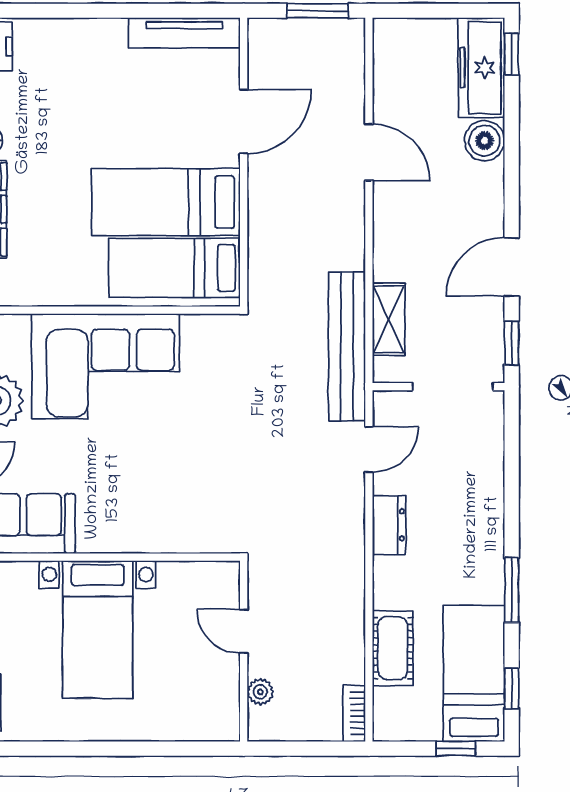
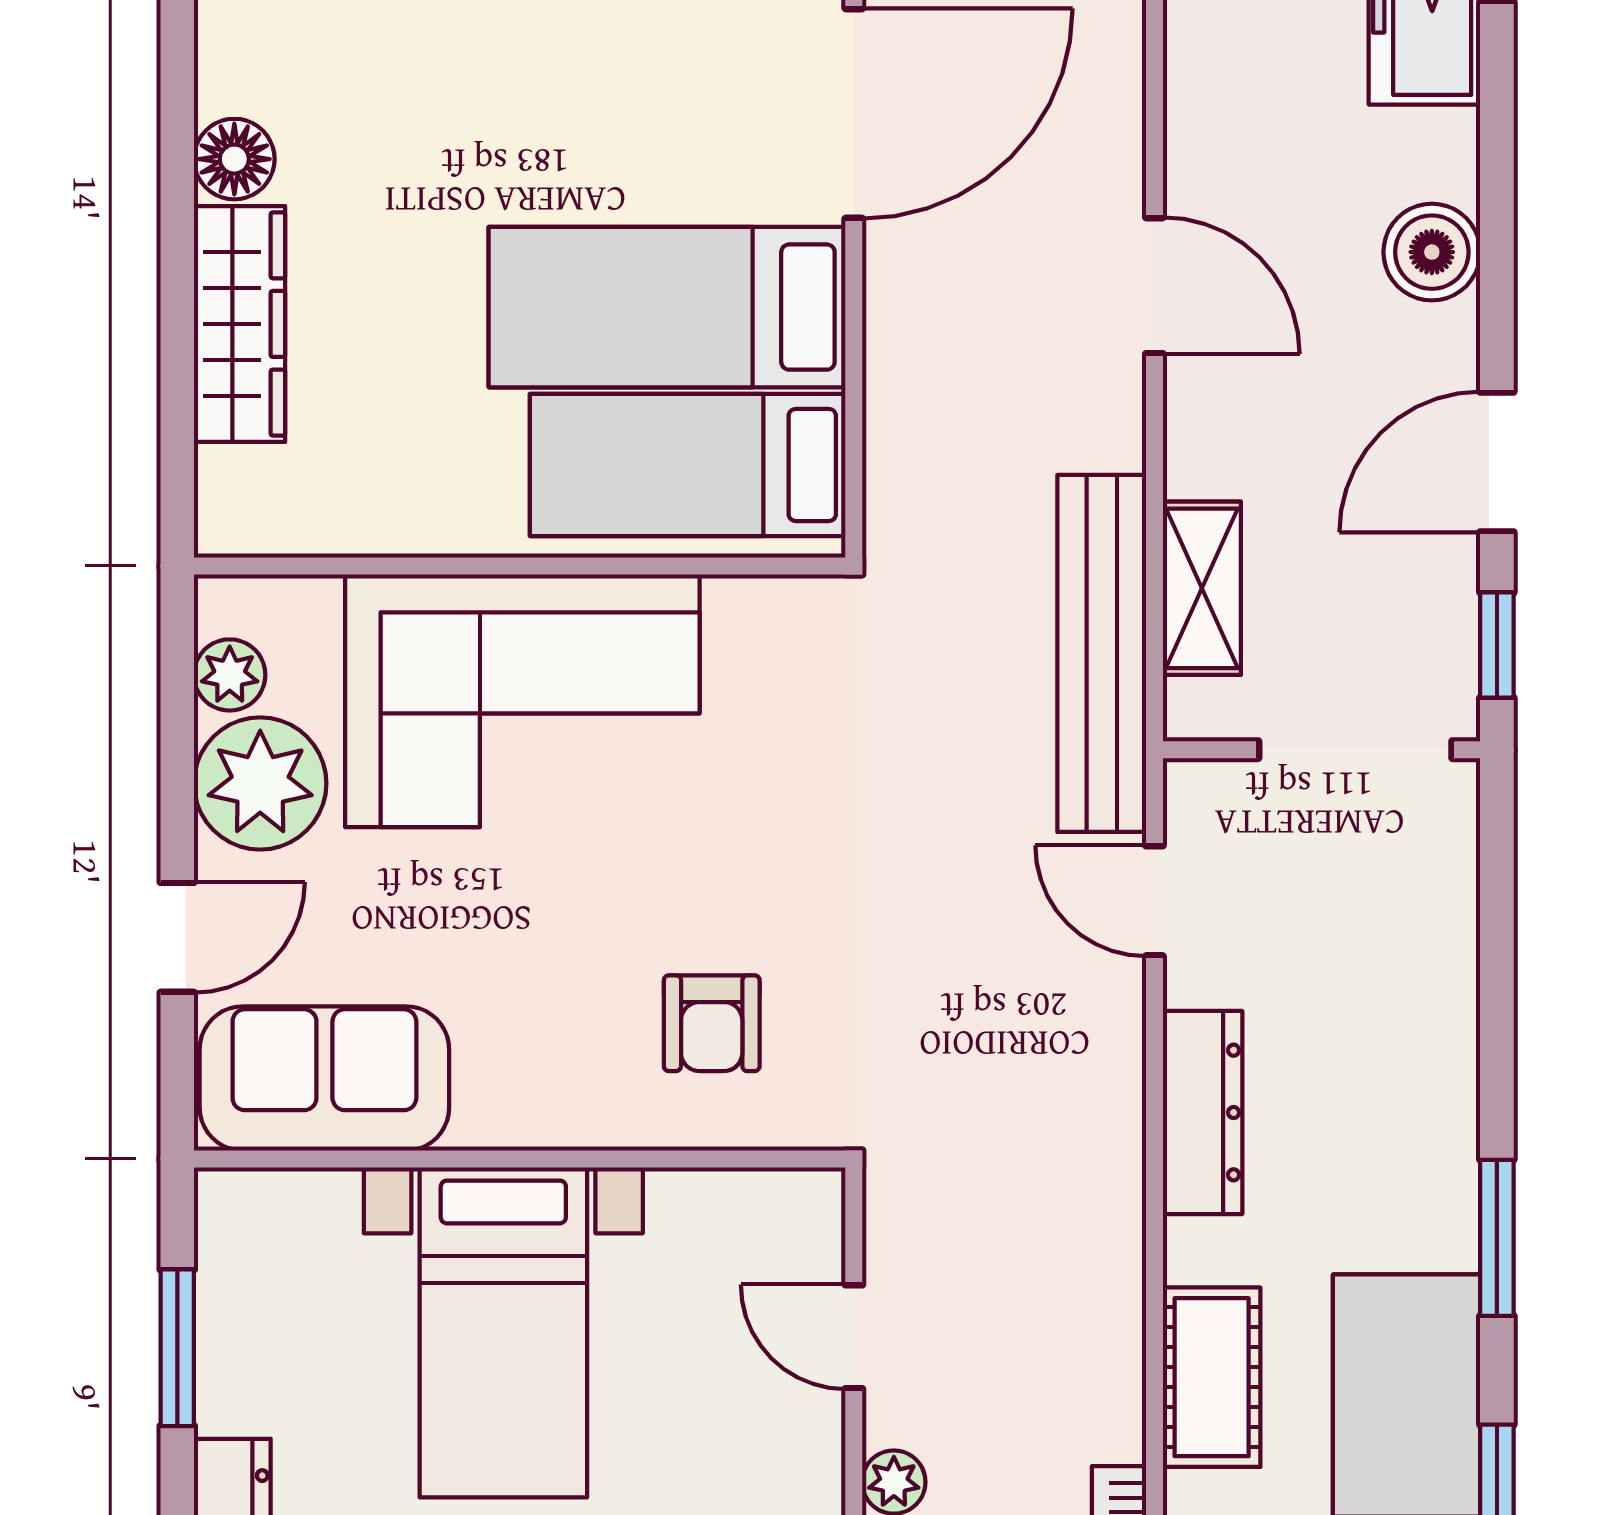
door: (244, 122) -> (854, 114), width x1.36
boiler: (485, 141) -> (1432, 252), moved
door: (369, 152) -> (1154, 286), moved
door: (369, 450) -> (1154, 901), swing flipped
armchair: (184, 501) -> (712, 1023), added
dresser: (389, 525) -> (1203, 1113), width x1.44

